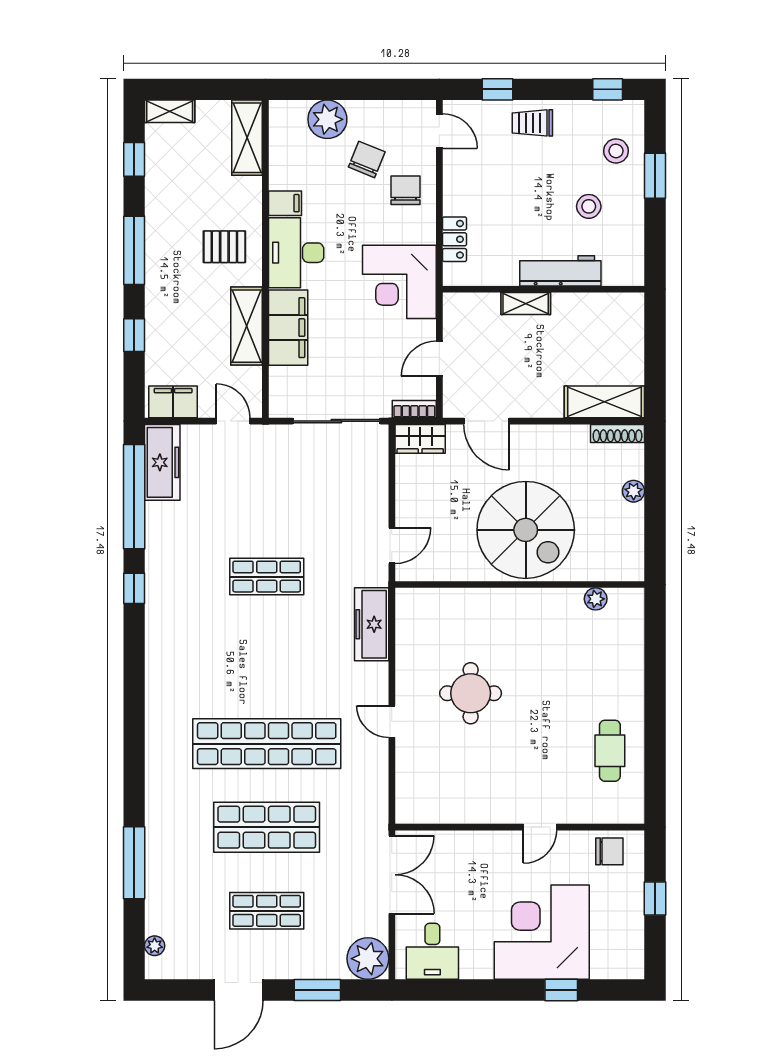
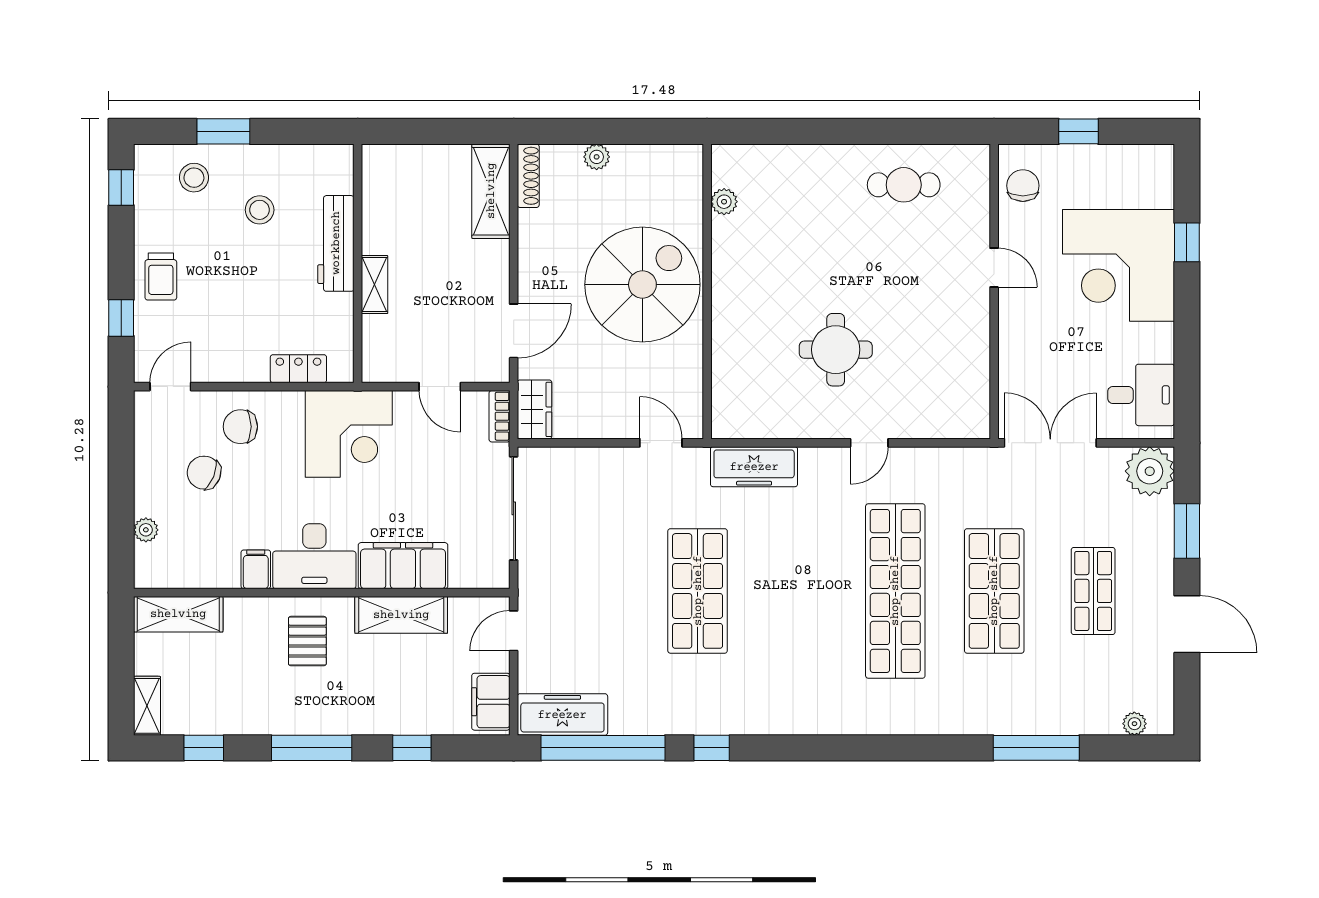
plant: (327, 119) -> (146, 530), width x0.53, depth x0.53
shop shelf: (267, 577) -> (698, 591), width x1.43, depth x1.36

